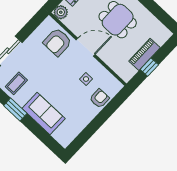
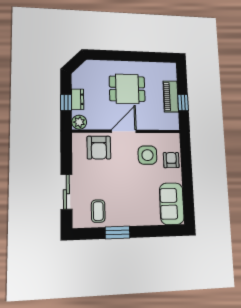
side table: (86, 79) -> (147, 155), width x1.87, depth x1.87
sofa: (44, 114) -> (172, 204), moved, turned -90

